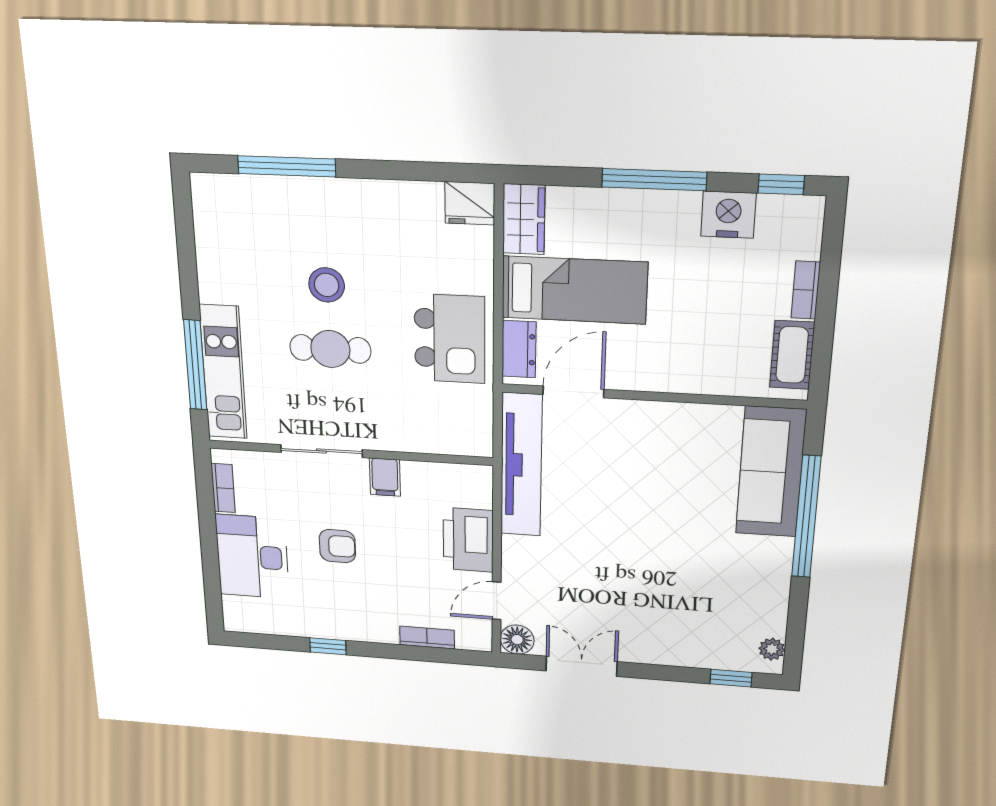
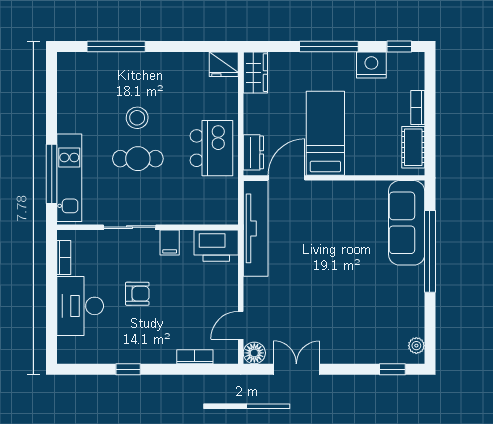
bed: (574, 290) -> (325, 133), moved, turned -90
printer: (468, 540) -> (216, 246), moved, turned -90

